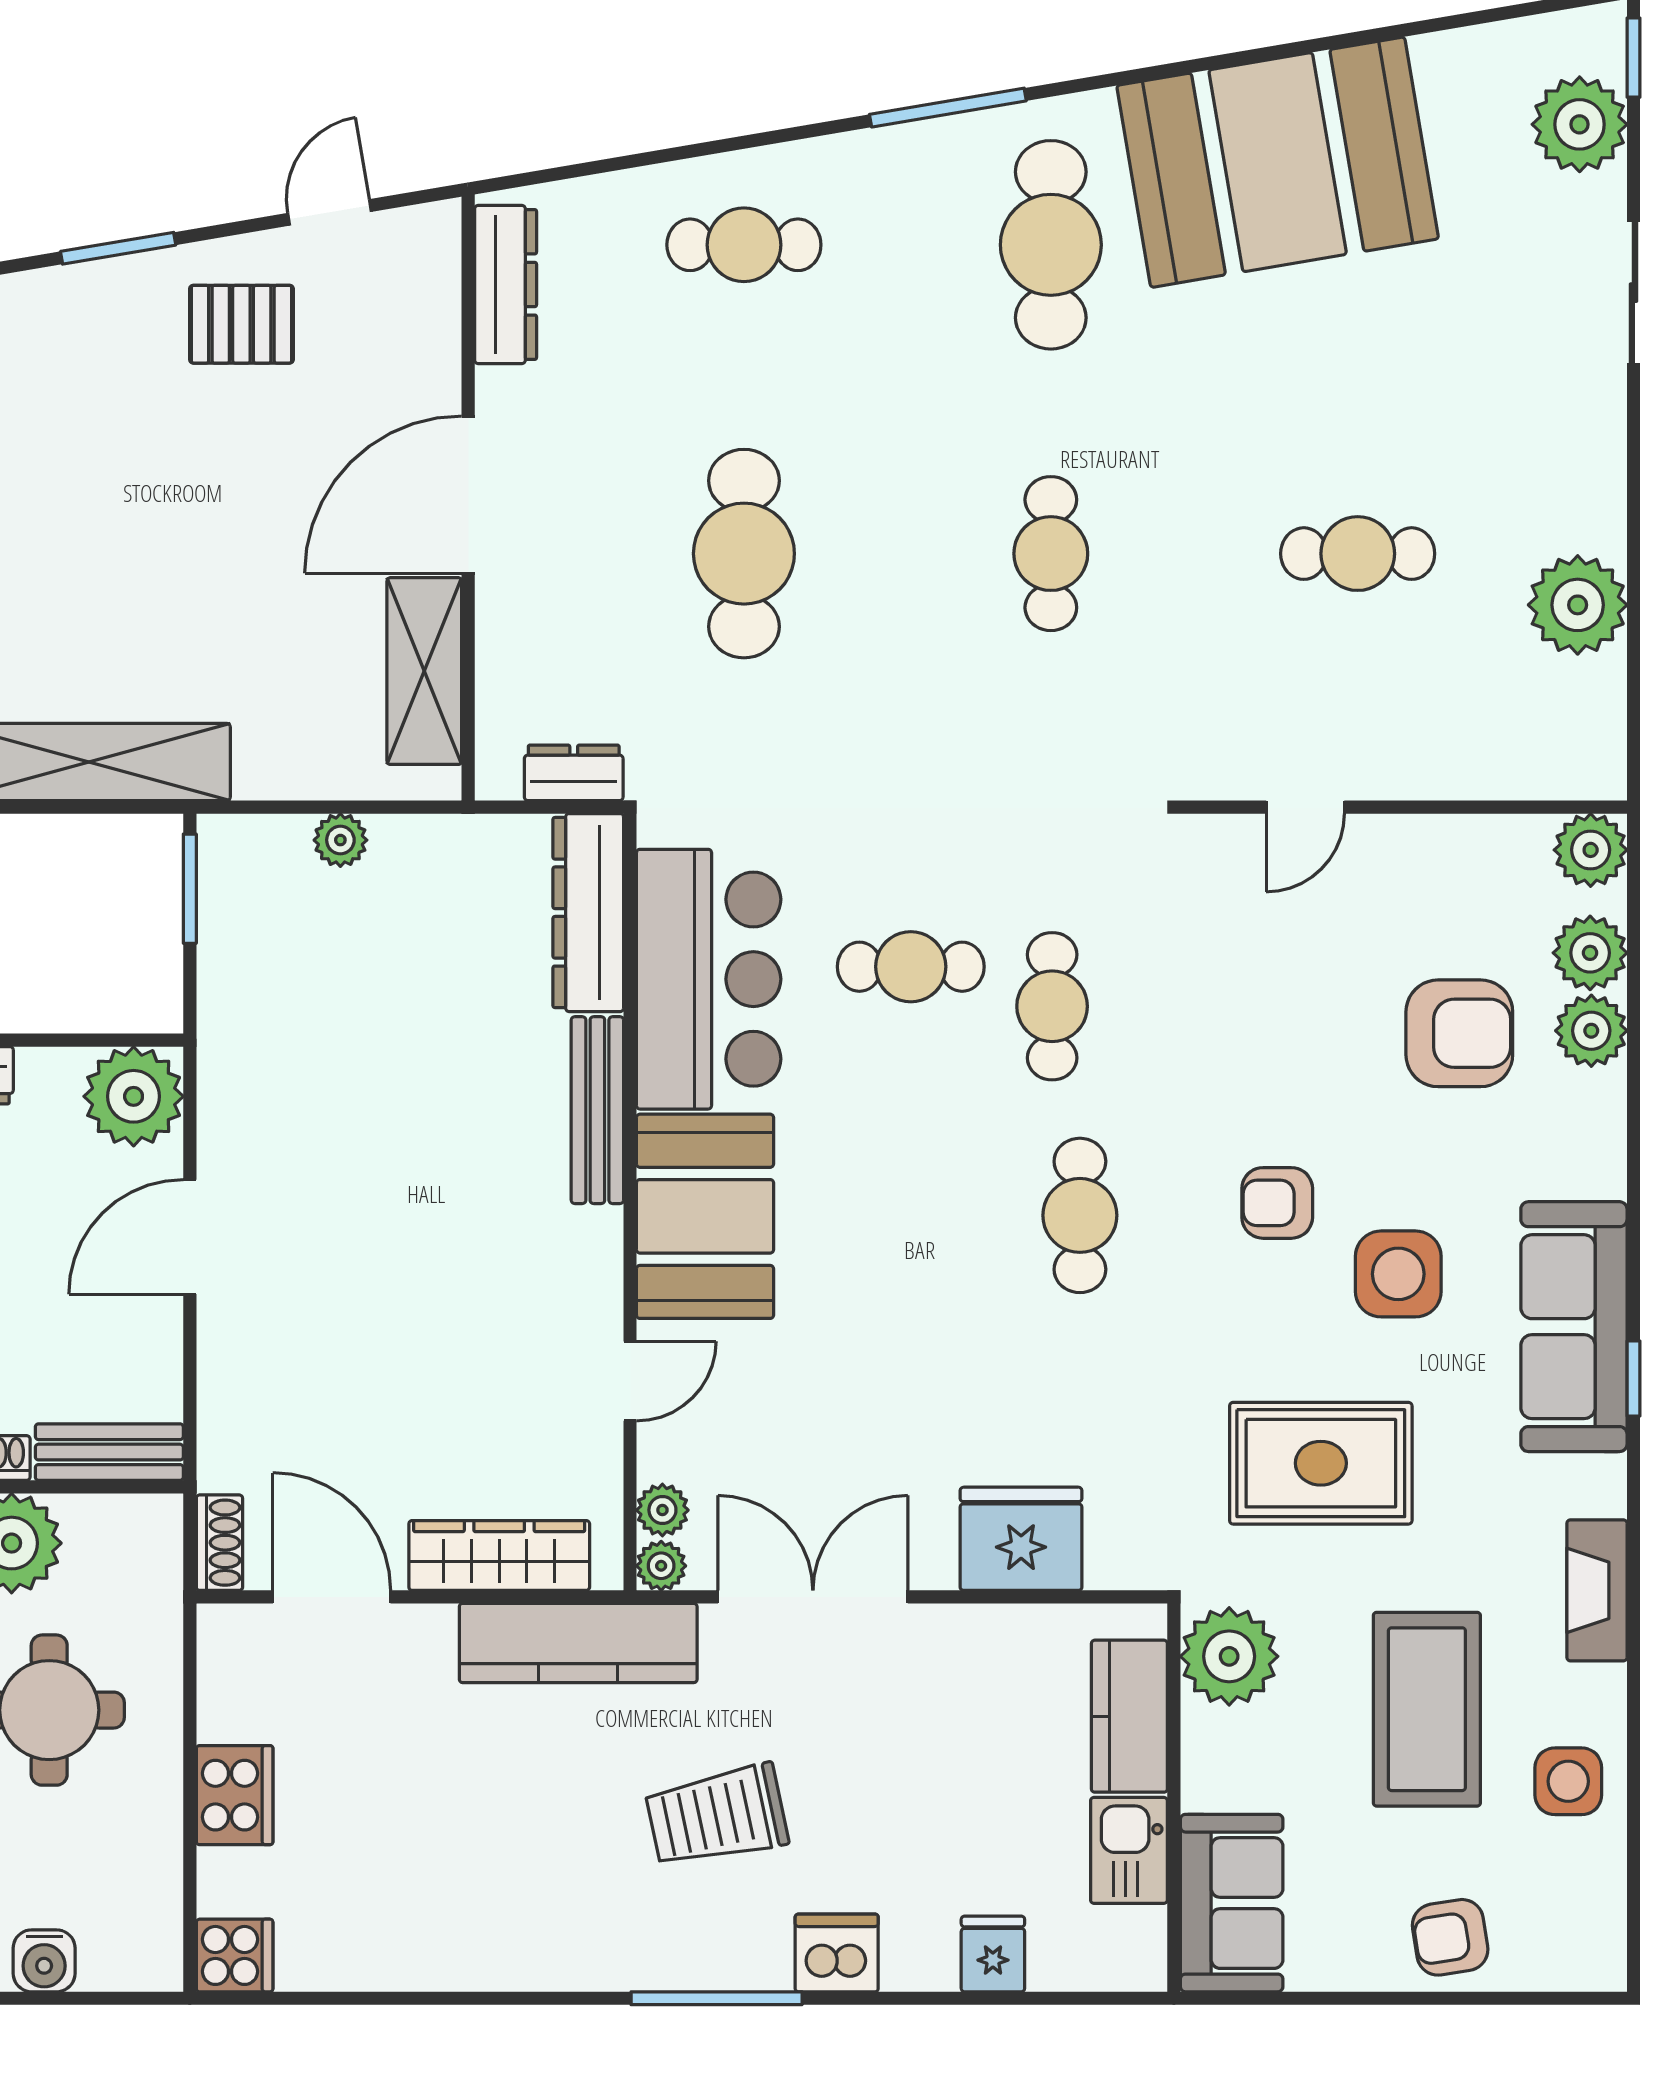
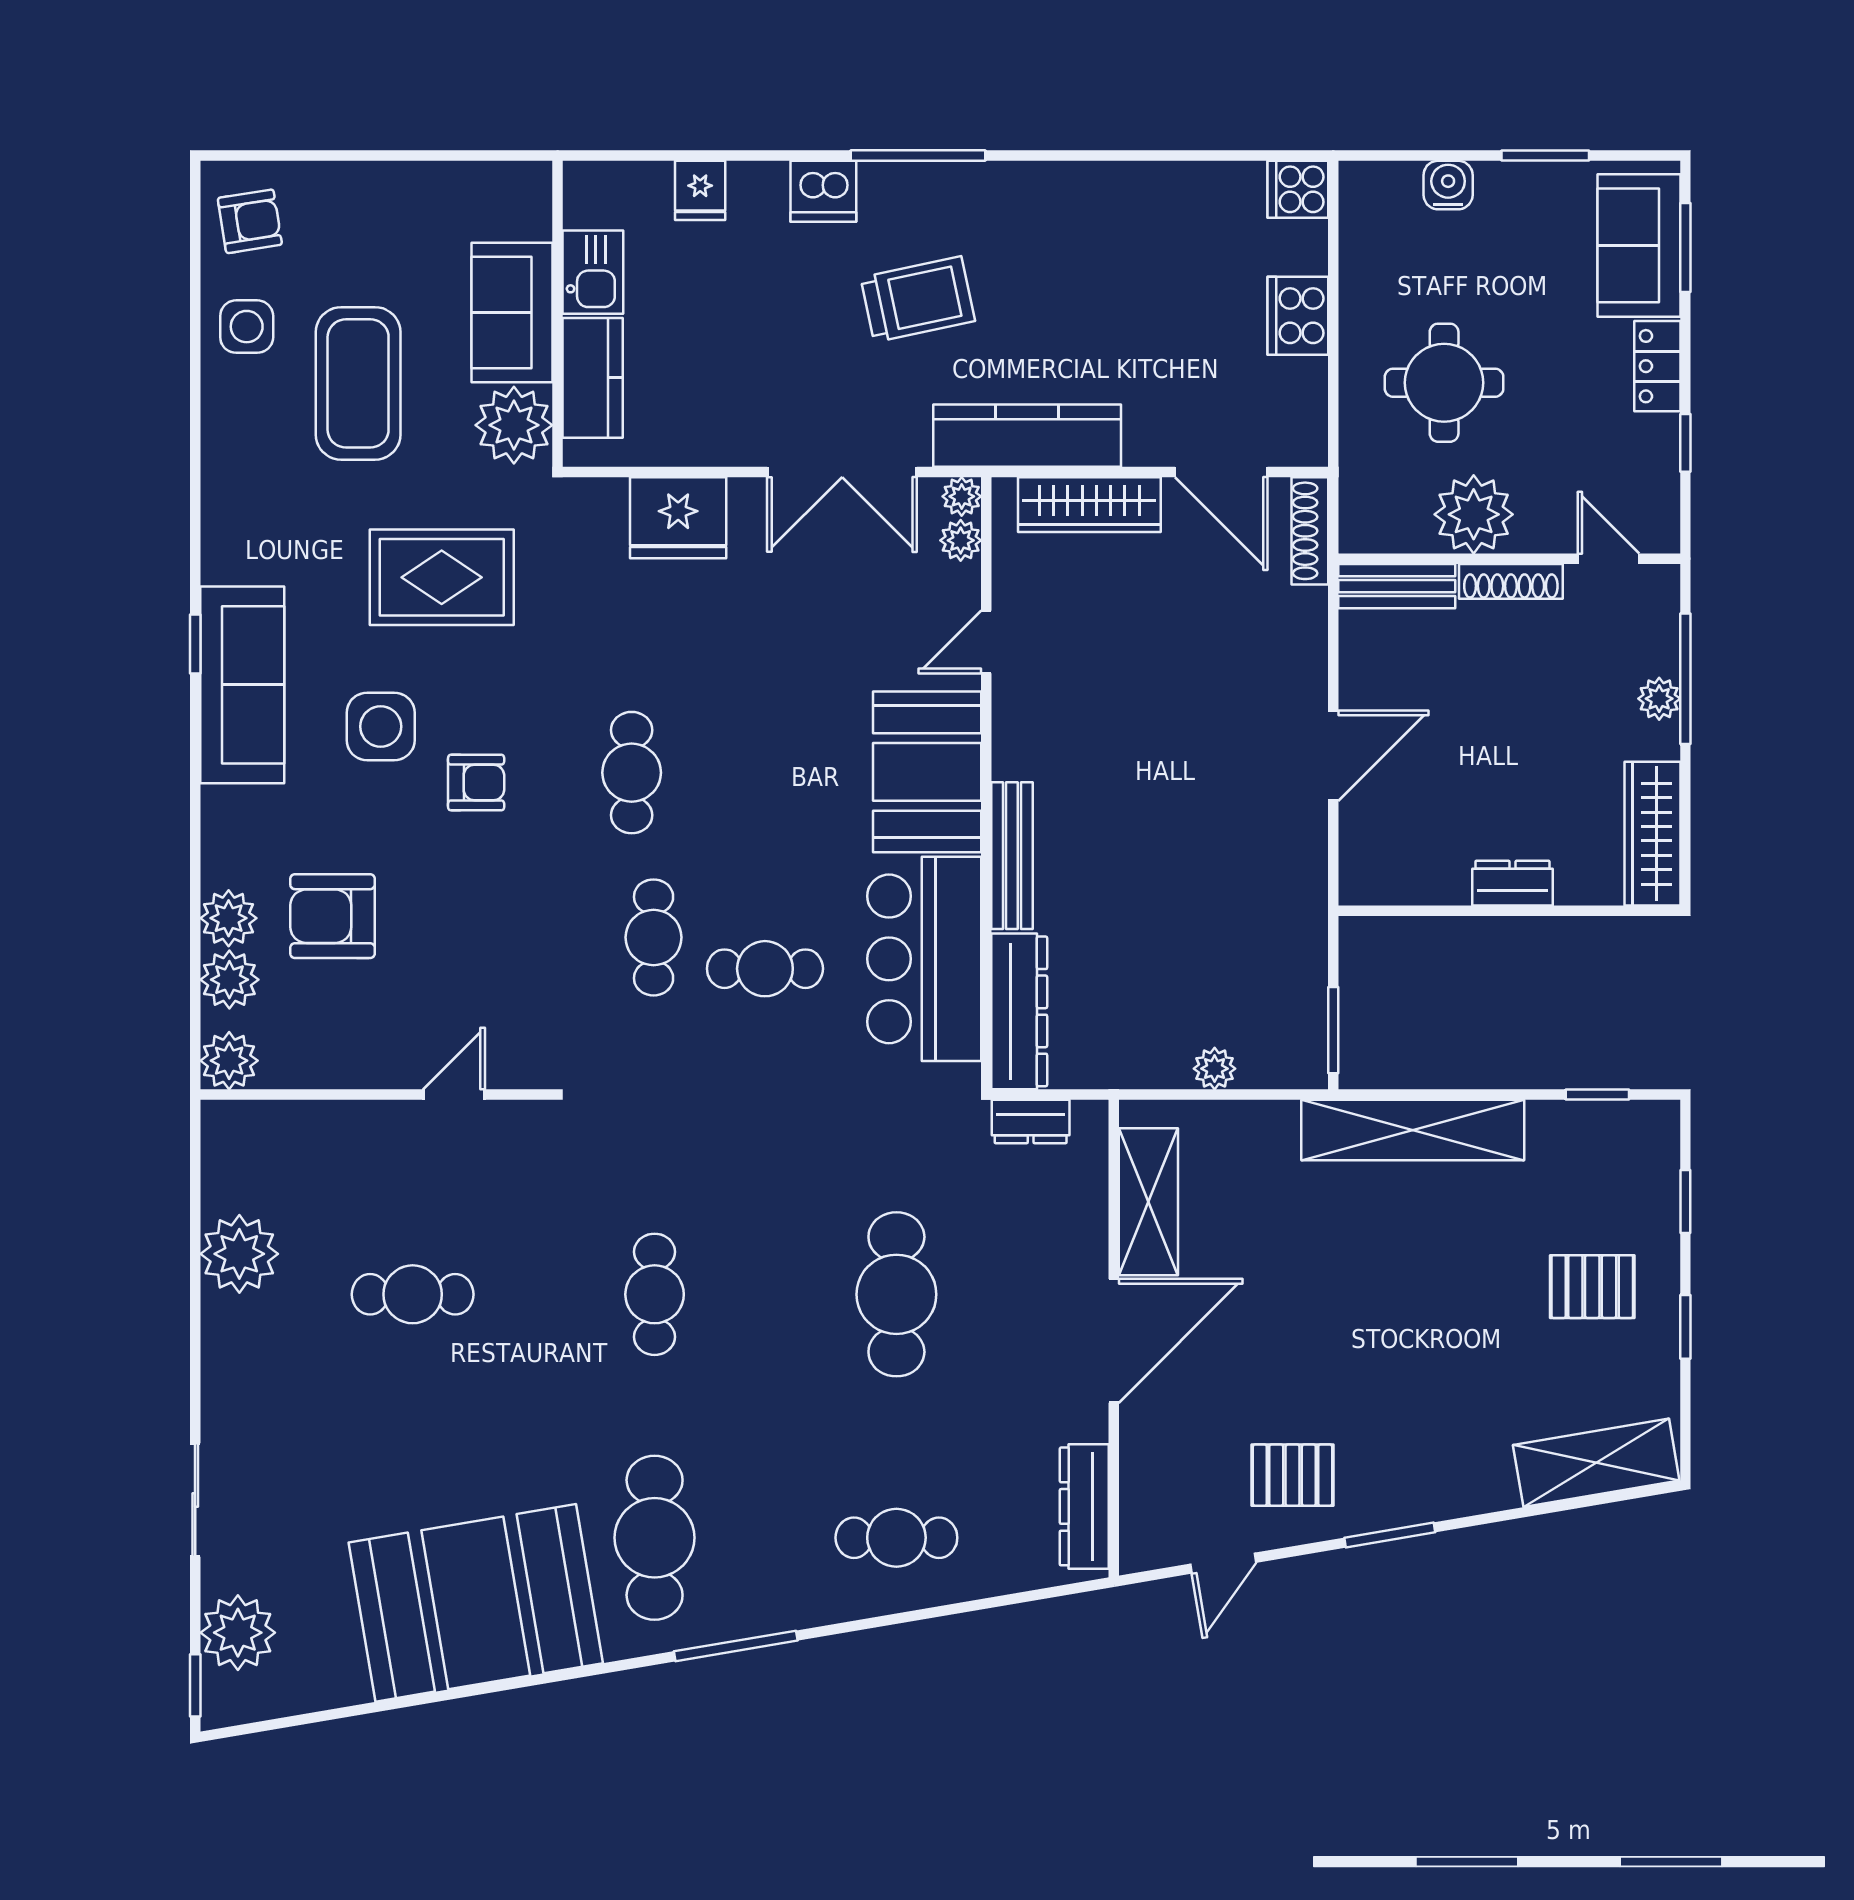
plant: (134, 1096) -> (1378, 866), removed
shoe rack: (219, 1543) -> (1310, 531), width x1.43
fireplace: (1597, 1590) -> (224, 477), removed
sofa: (1232, 1903) -> (512, 313), moved
armchair: (1450, 1937) -> (250, 221), moved

